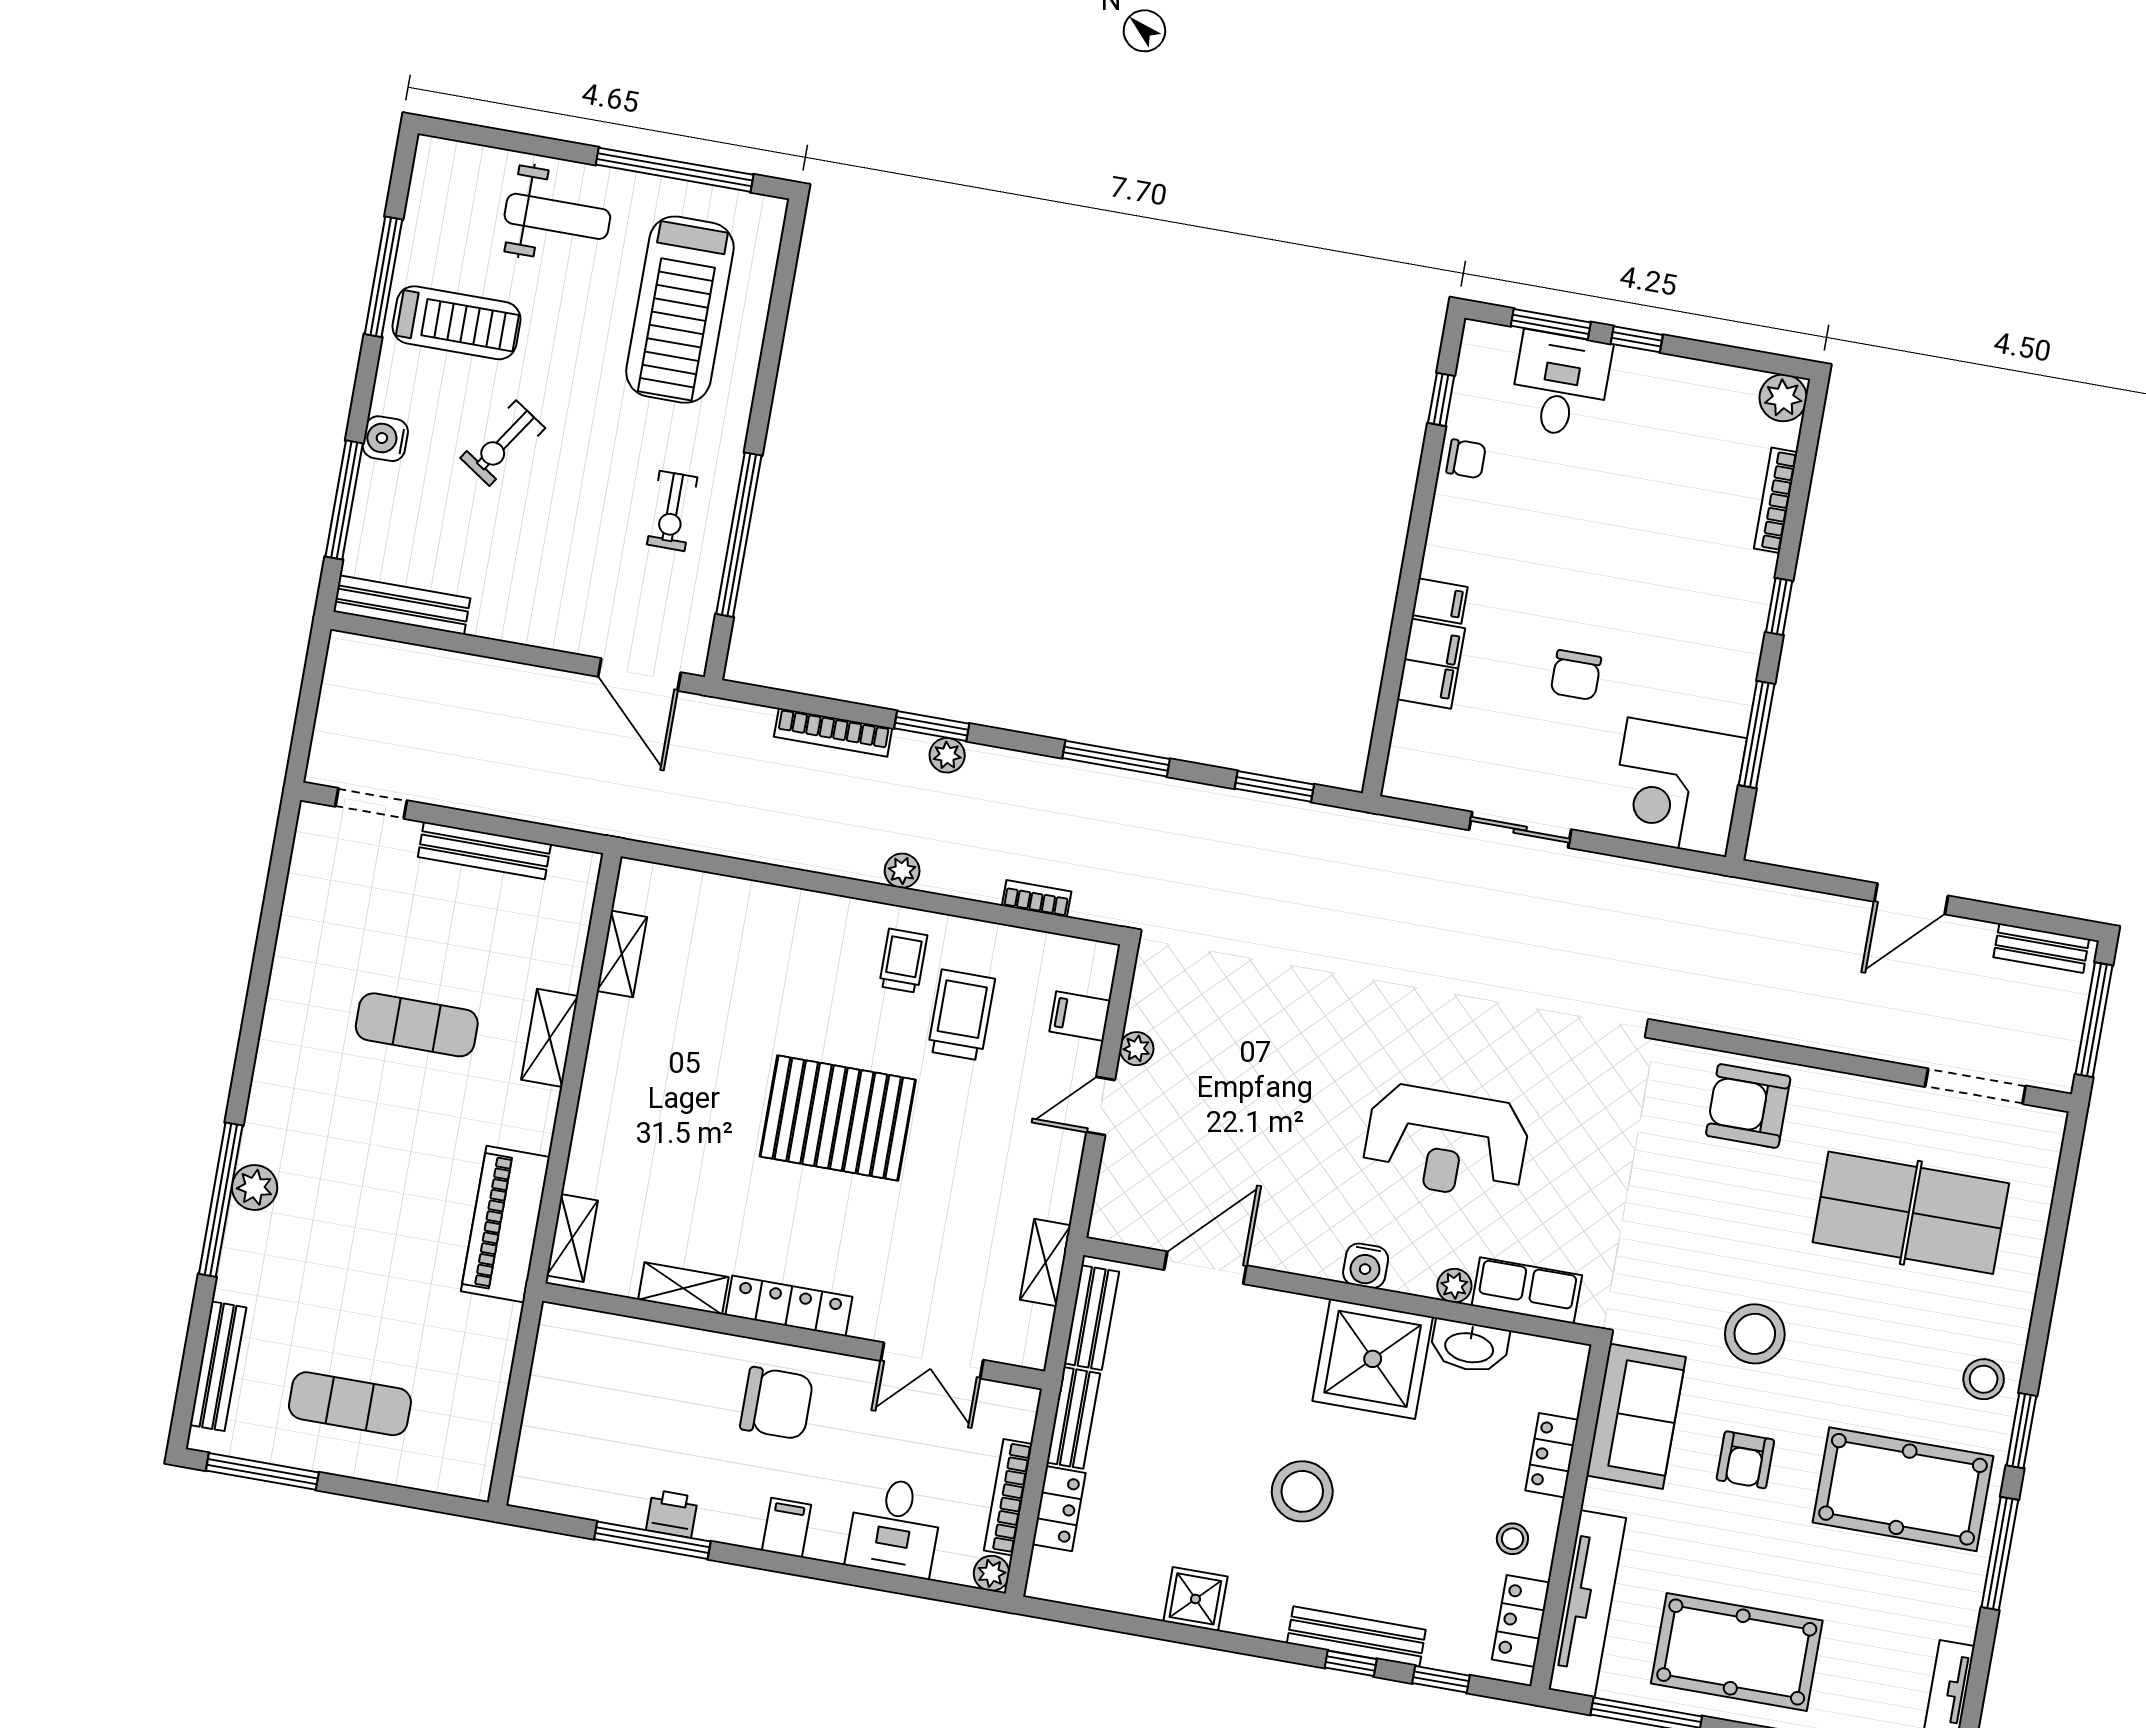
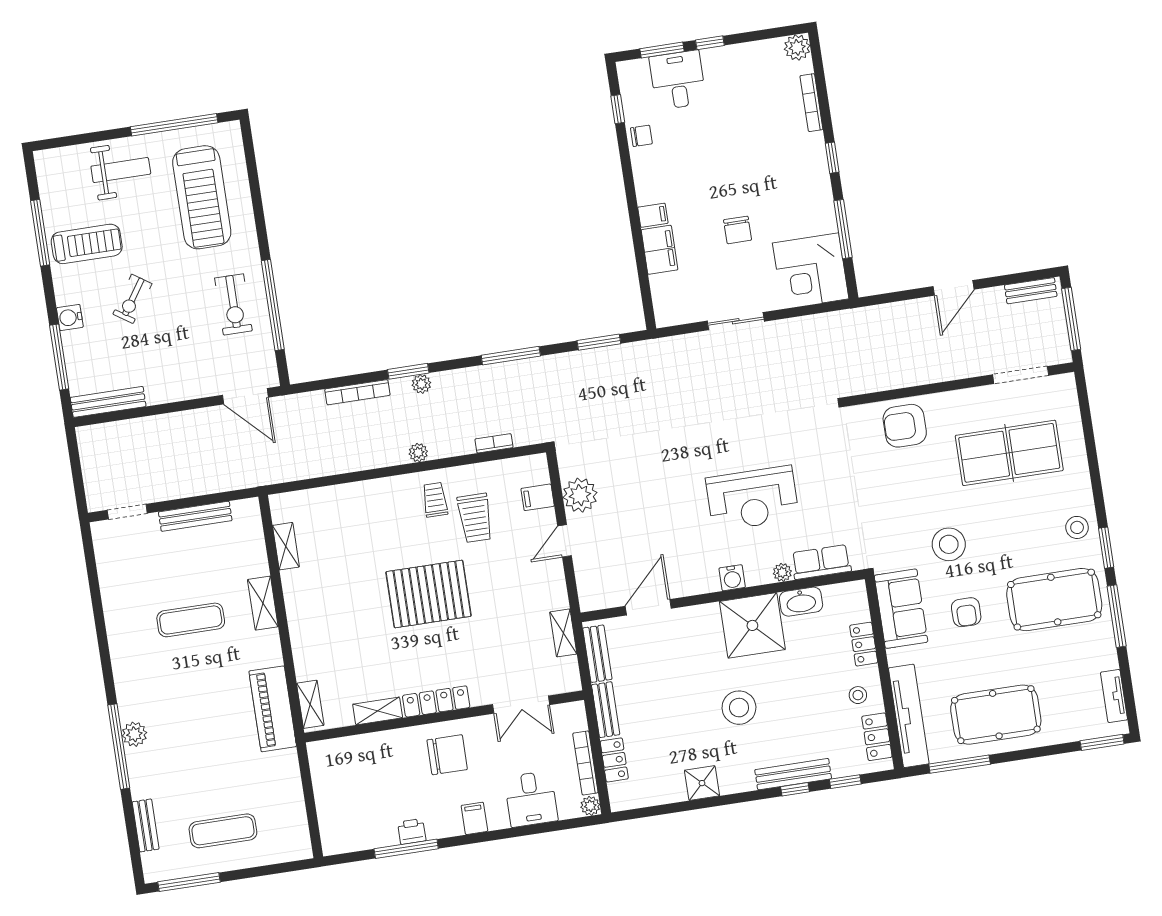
exercise bike: (672, 511) -> (234, 304), width x1.38, depth x1.39
trolley: (961, 1015) -> (475, 518), turned 180
plant: (1137, 1049) -> (580, 495), width x1.88, depth x1.88
bench: (218, 1366) -> (146, 825), width x0.73

